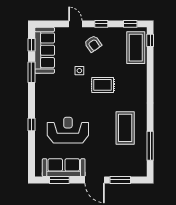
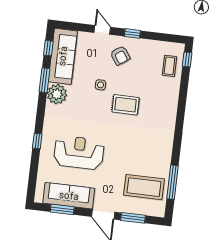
window: (130, 24) -> (166, 38), removed
coffee table: (136, 48) -> (169, 66), width x0.54, depth x0.58
plant: (43, 83) -> (57, 94), added
coffee table: (125, 128) -> (144, 187), moved, turned 90

